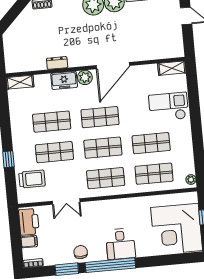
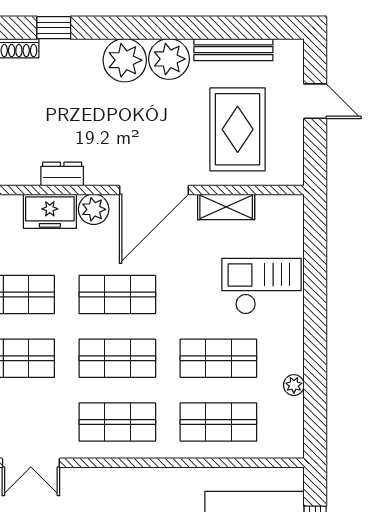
rug: (150, 33) -> (238, 129), added
dresser: (57, 63) -> (62, 174), moved
shelving: (172, 68) -> (226, 207), moved
plant: (191, 180) -> (294, 385), moved

